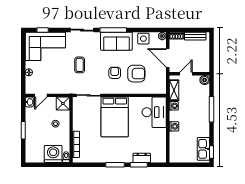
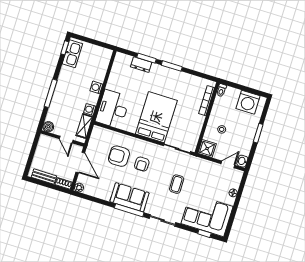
side table: (143, 39) -> (100, 191), removed
door: (186, 74) -> (66, 140), hinge flipped
washing machine: (53, 154) -> (248, 102), moved

